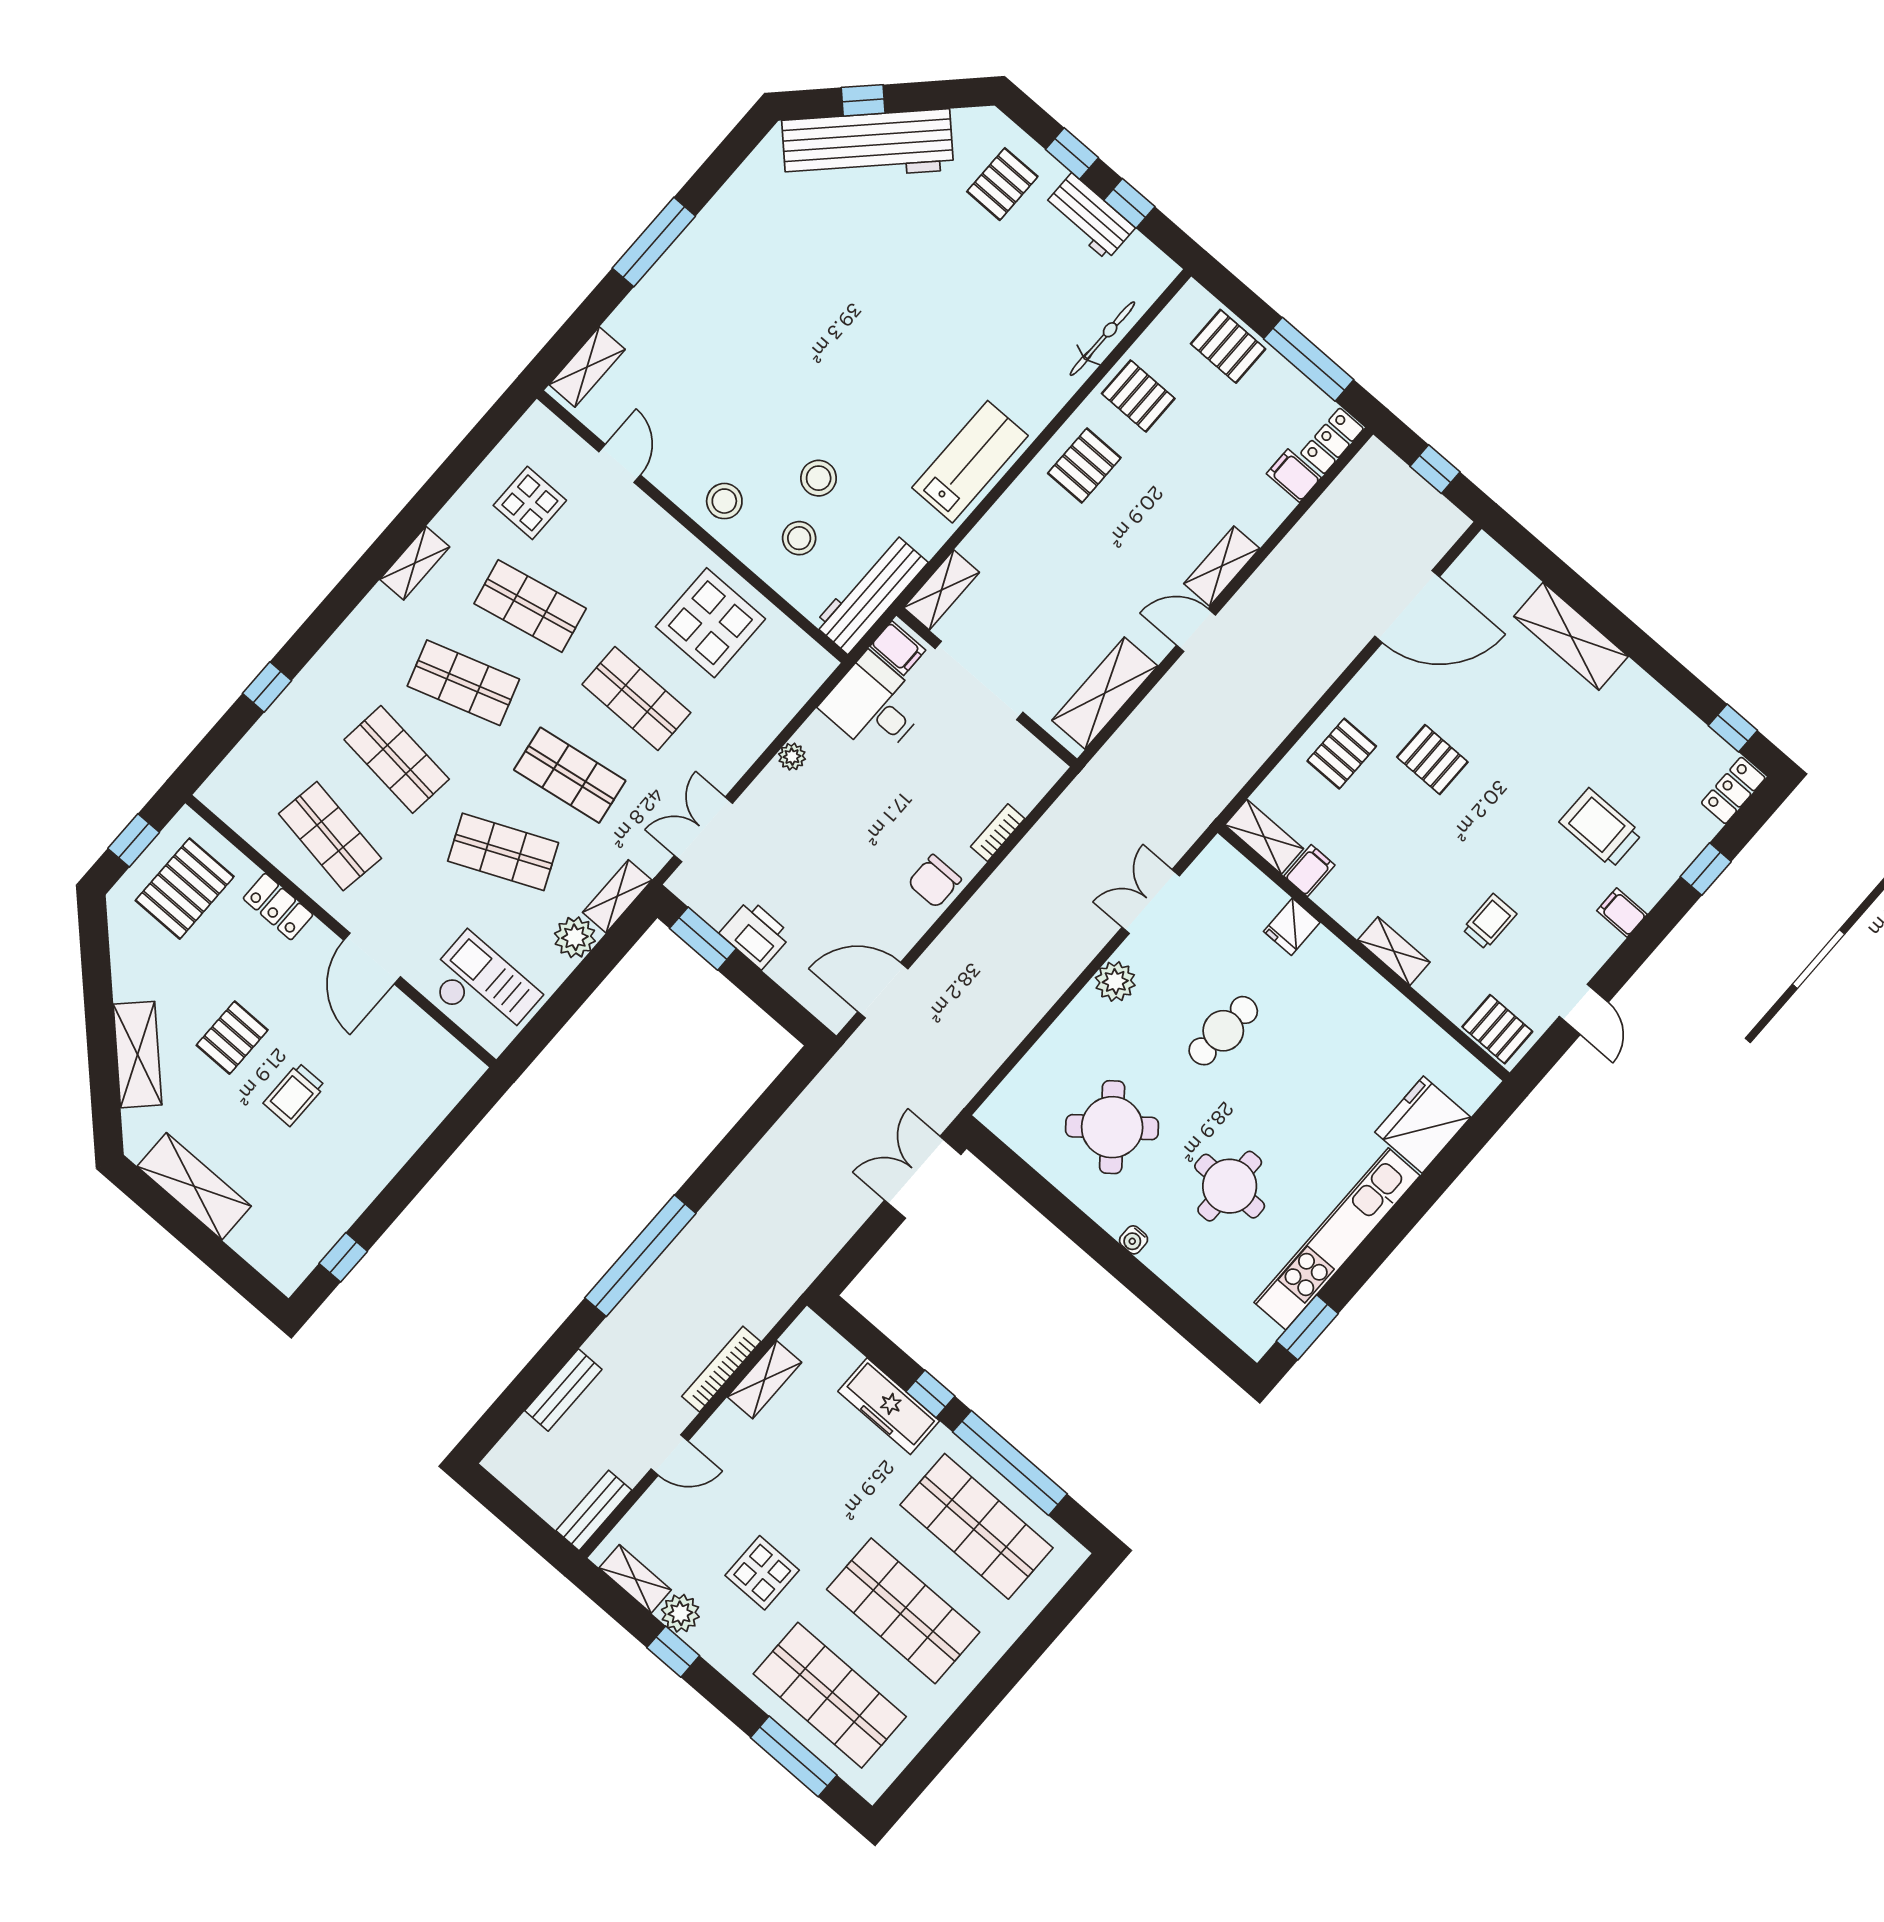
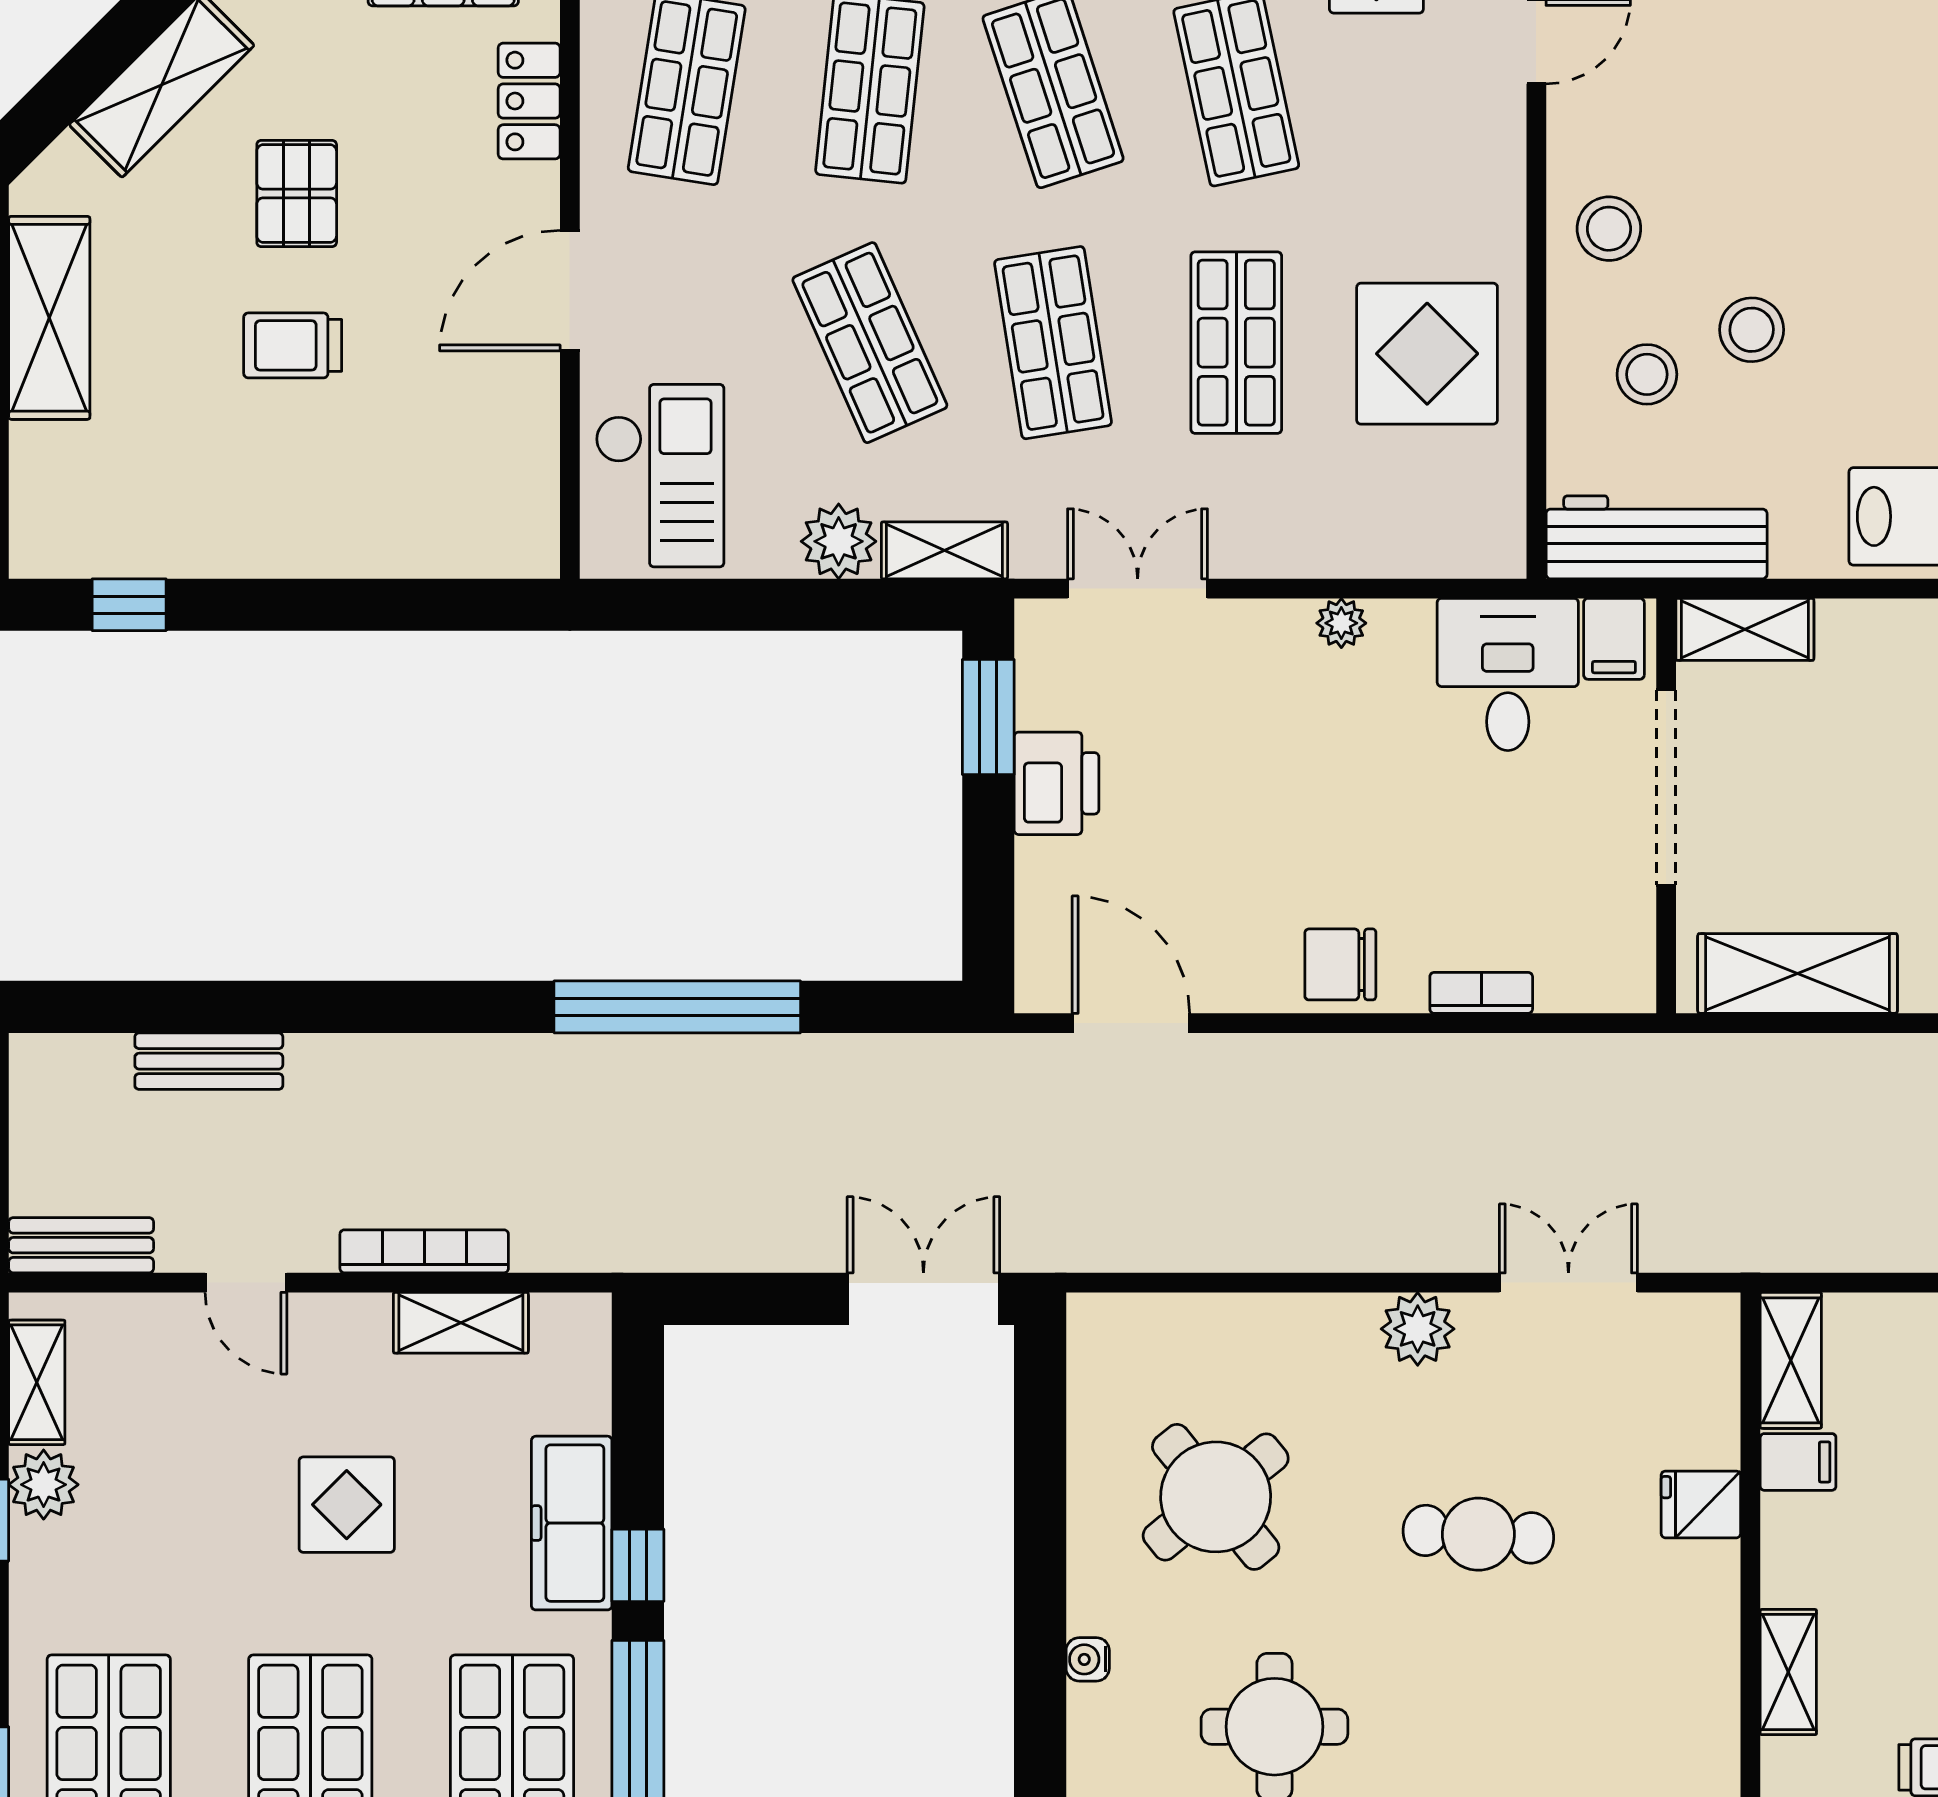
pallet: (232, 1038) -> (297, 194), turned 90
window: (640, 1256) -> (677, 1007), moved
display table: (762, 1573) -> (347, 1505), moved

